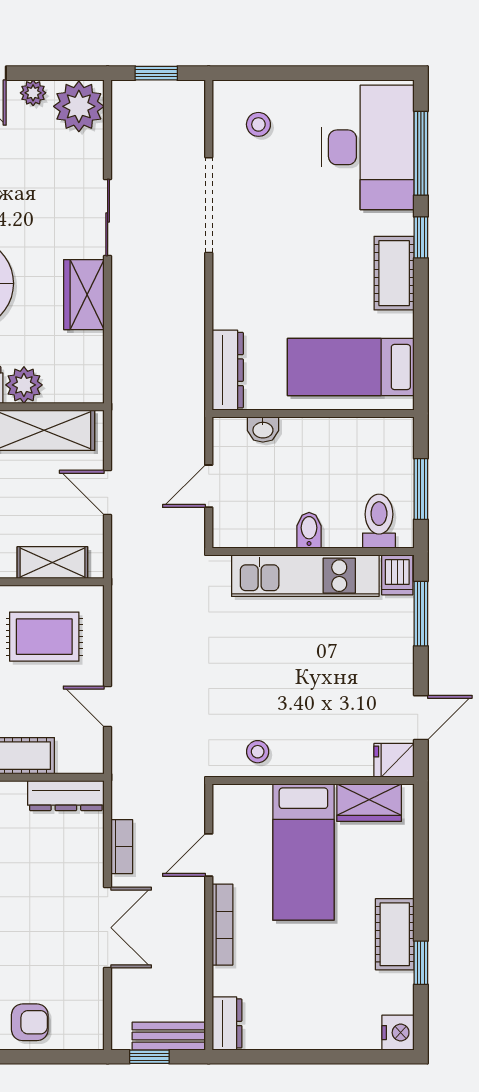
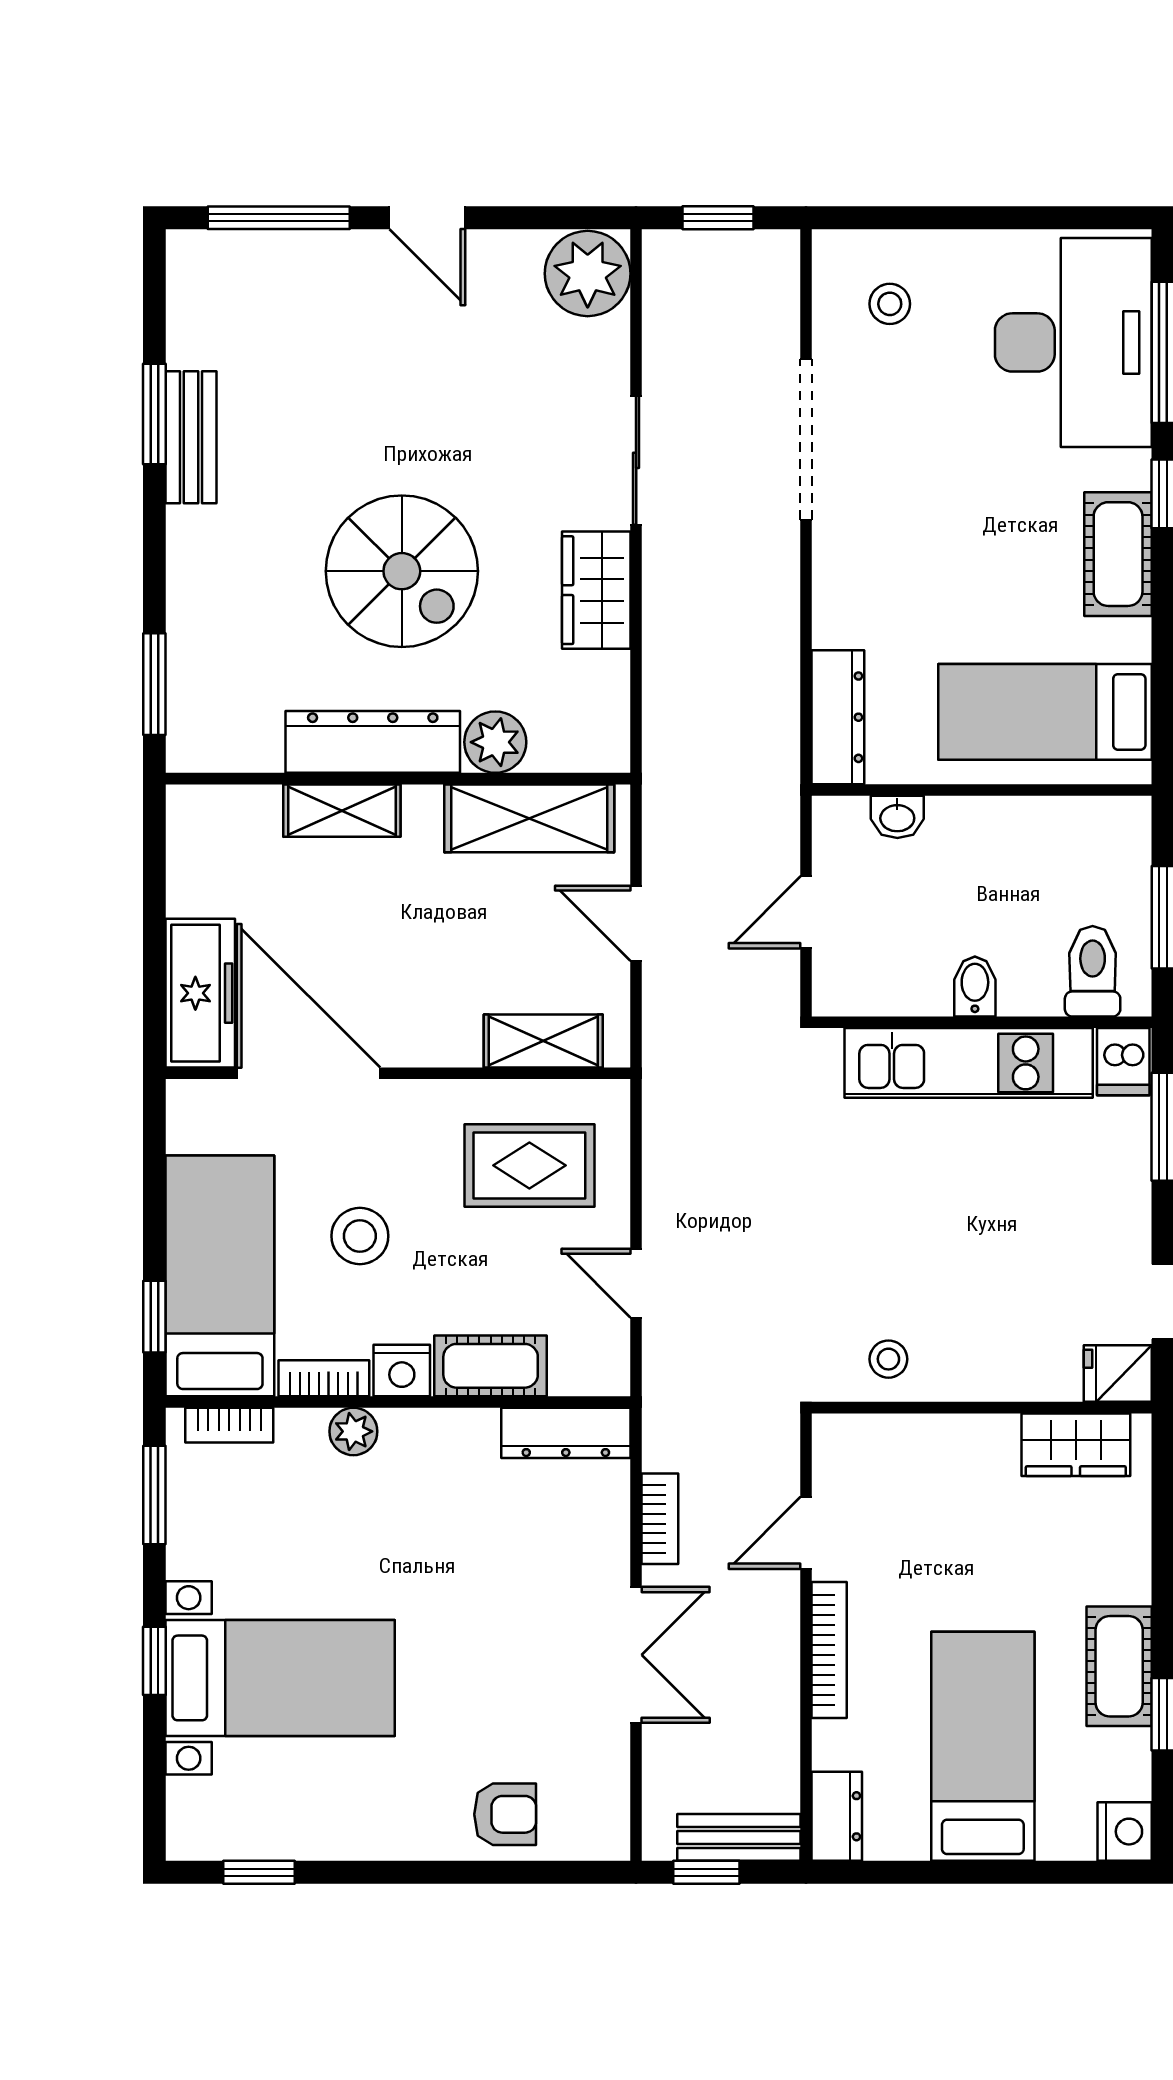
plant: (33, 93) -> (511, 251), removed
bed: (303, 852) -> (983, 1746), moved, turned 180

